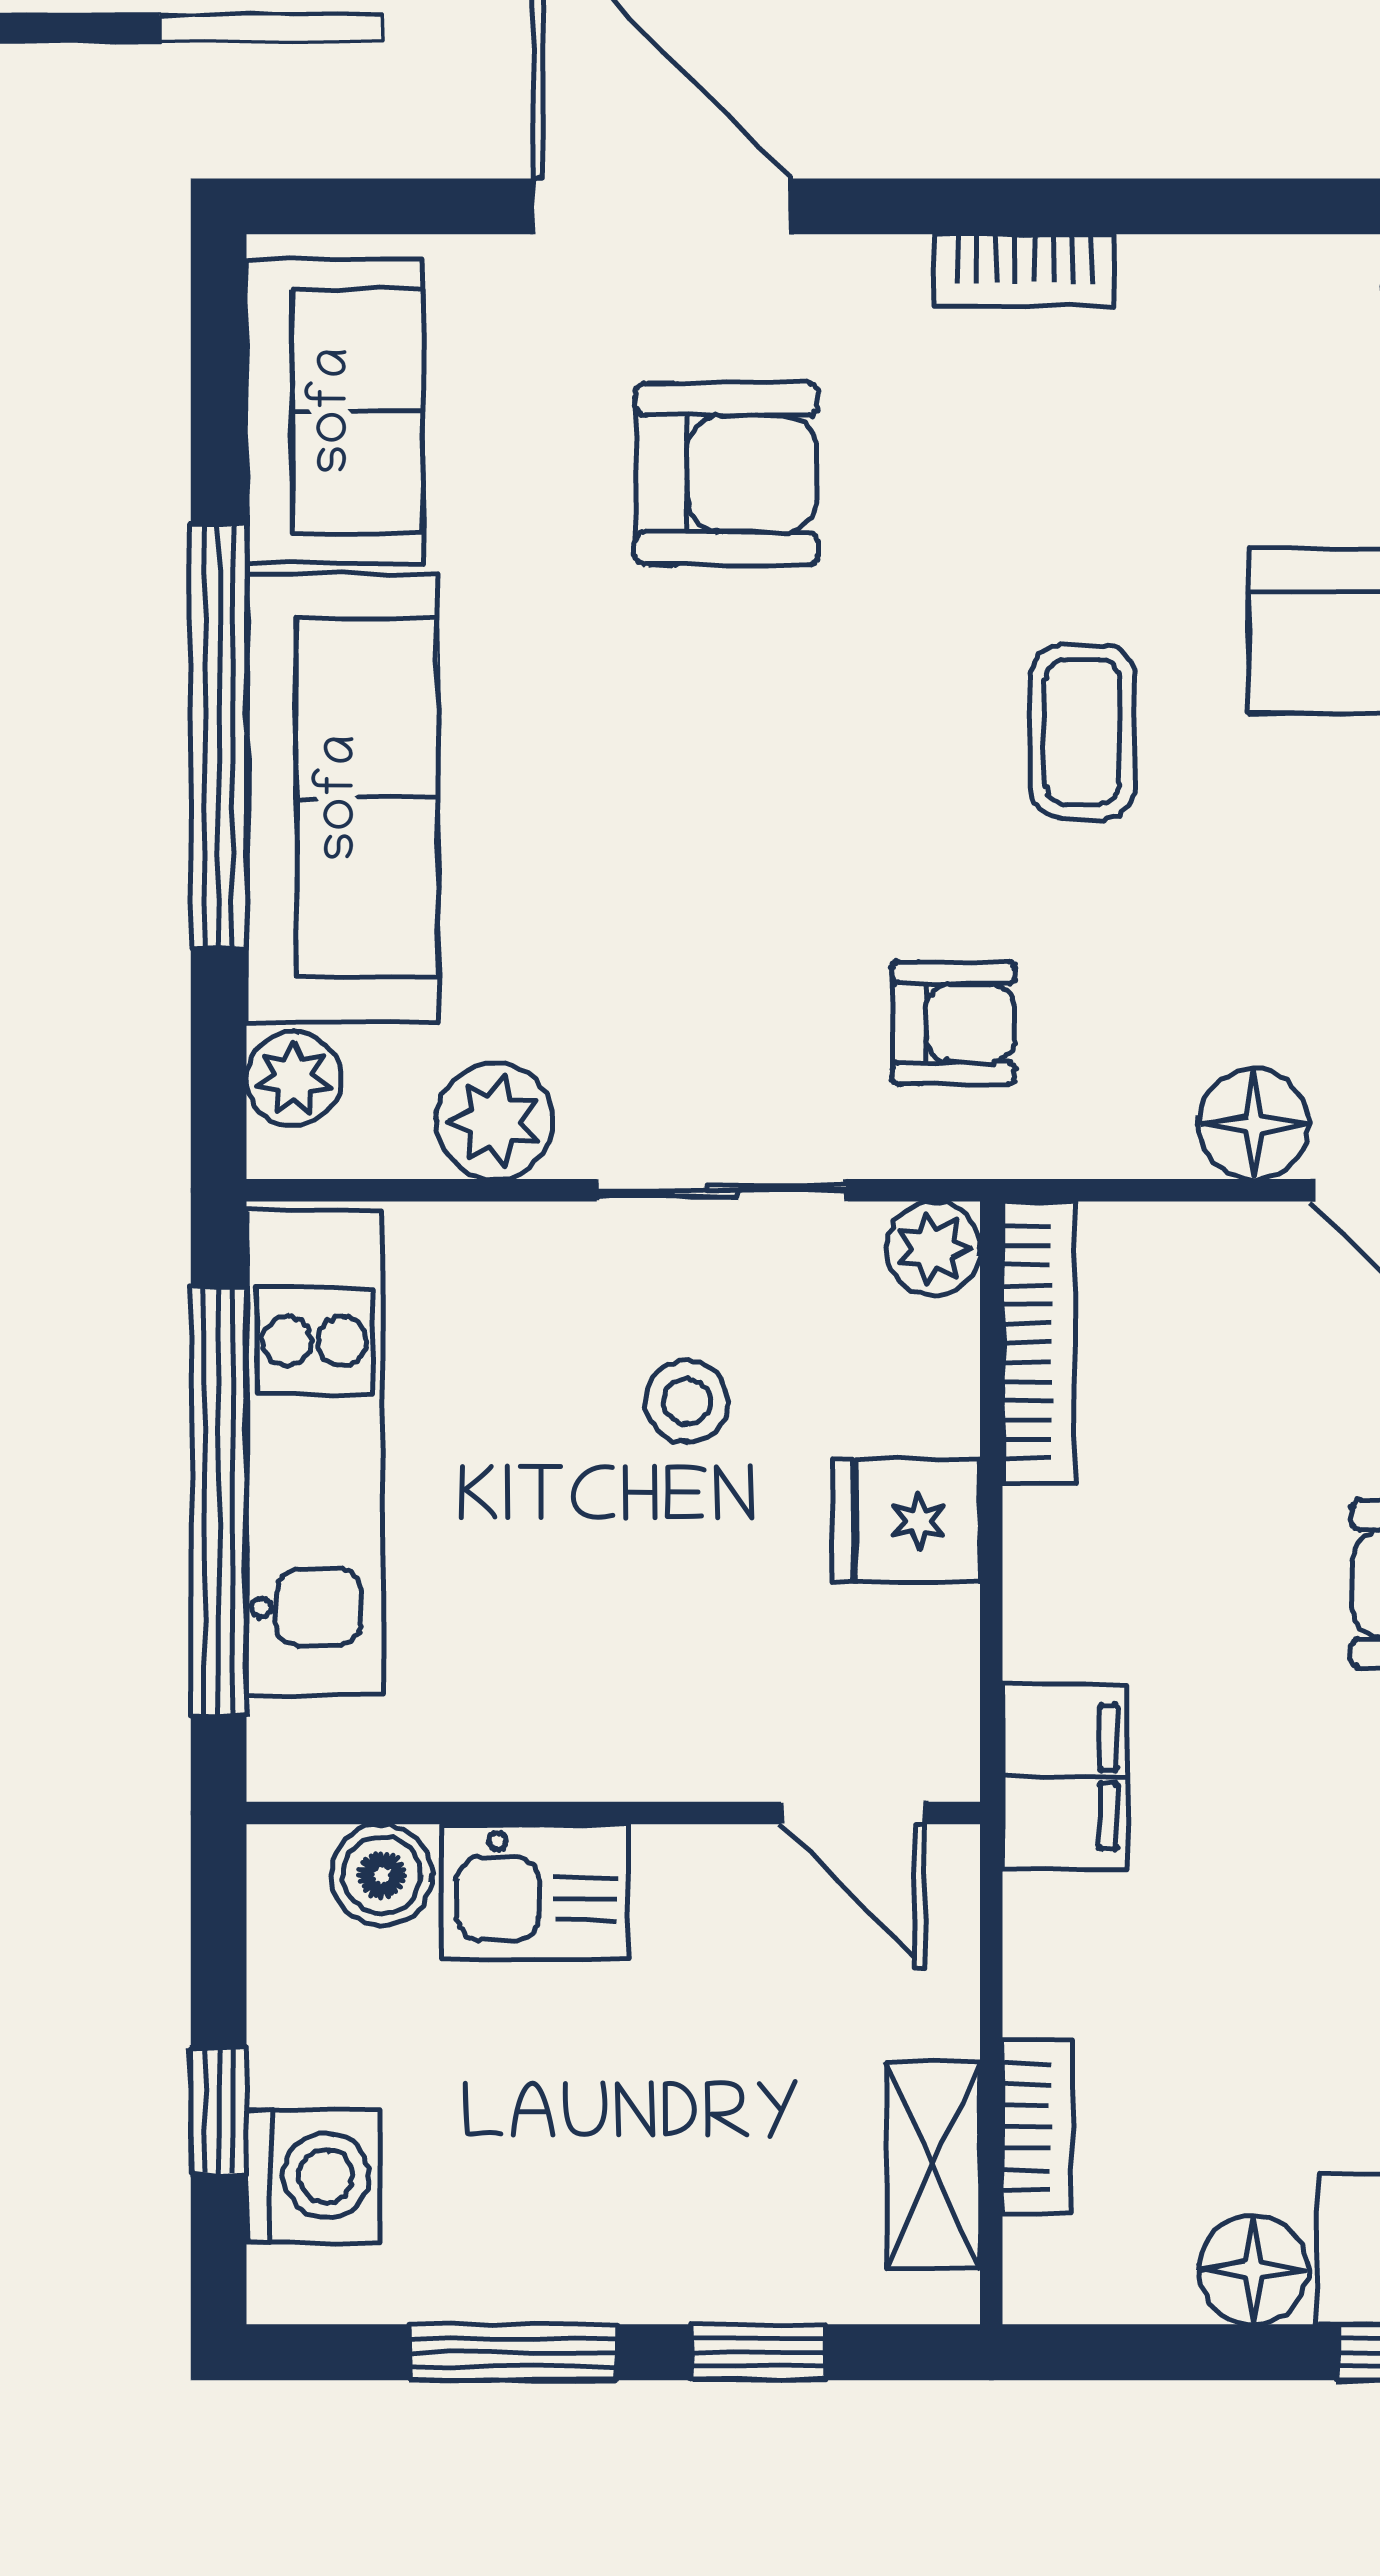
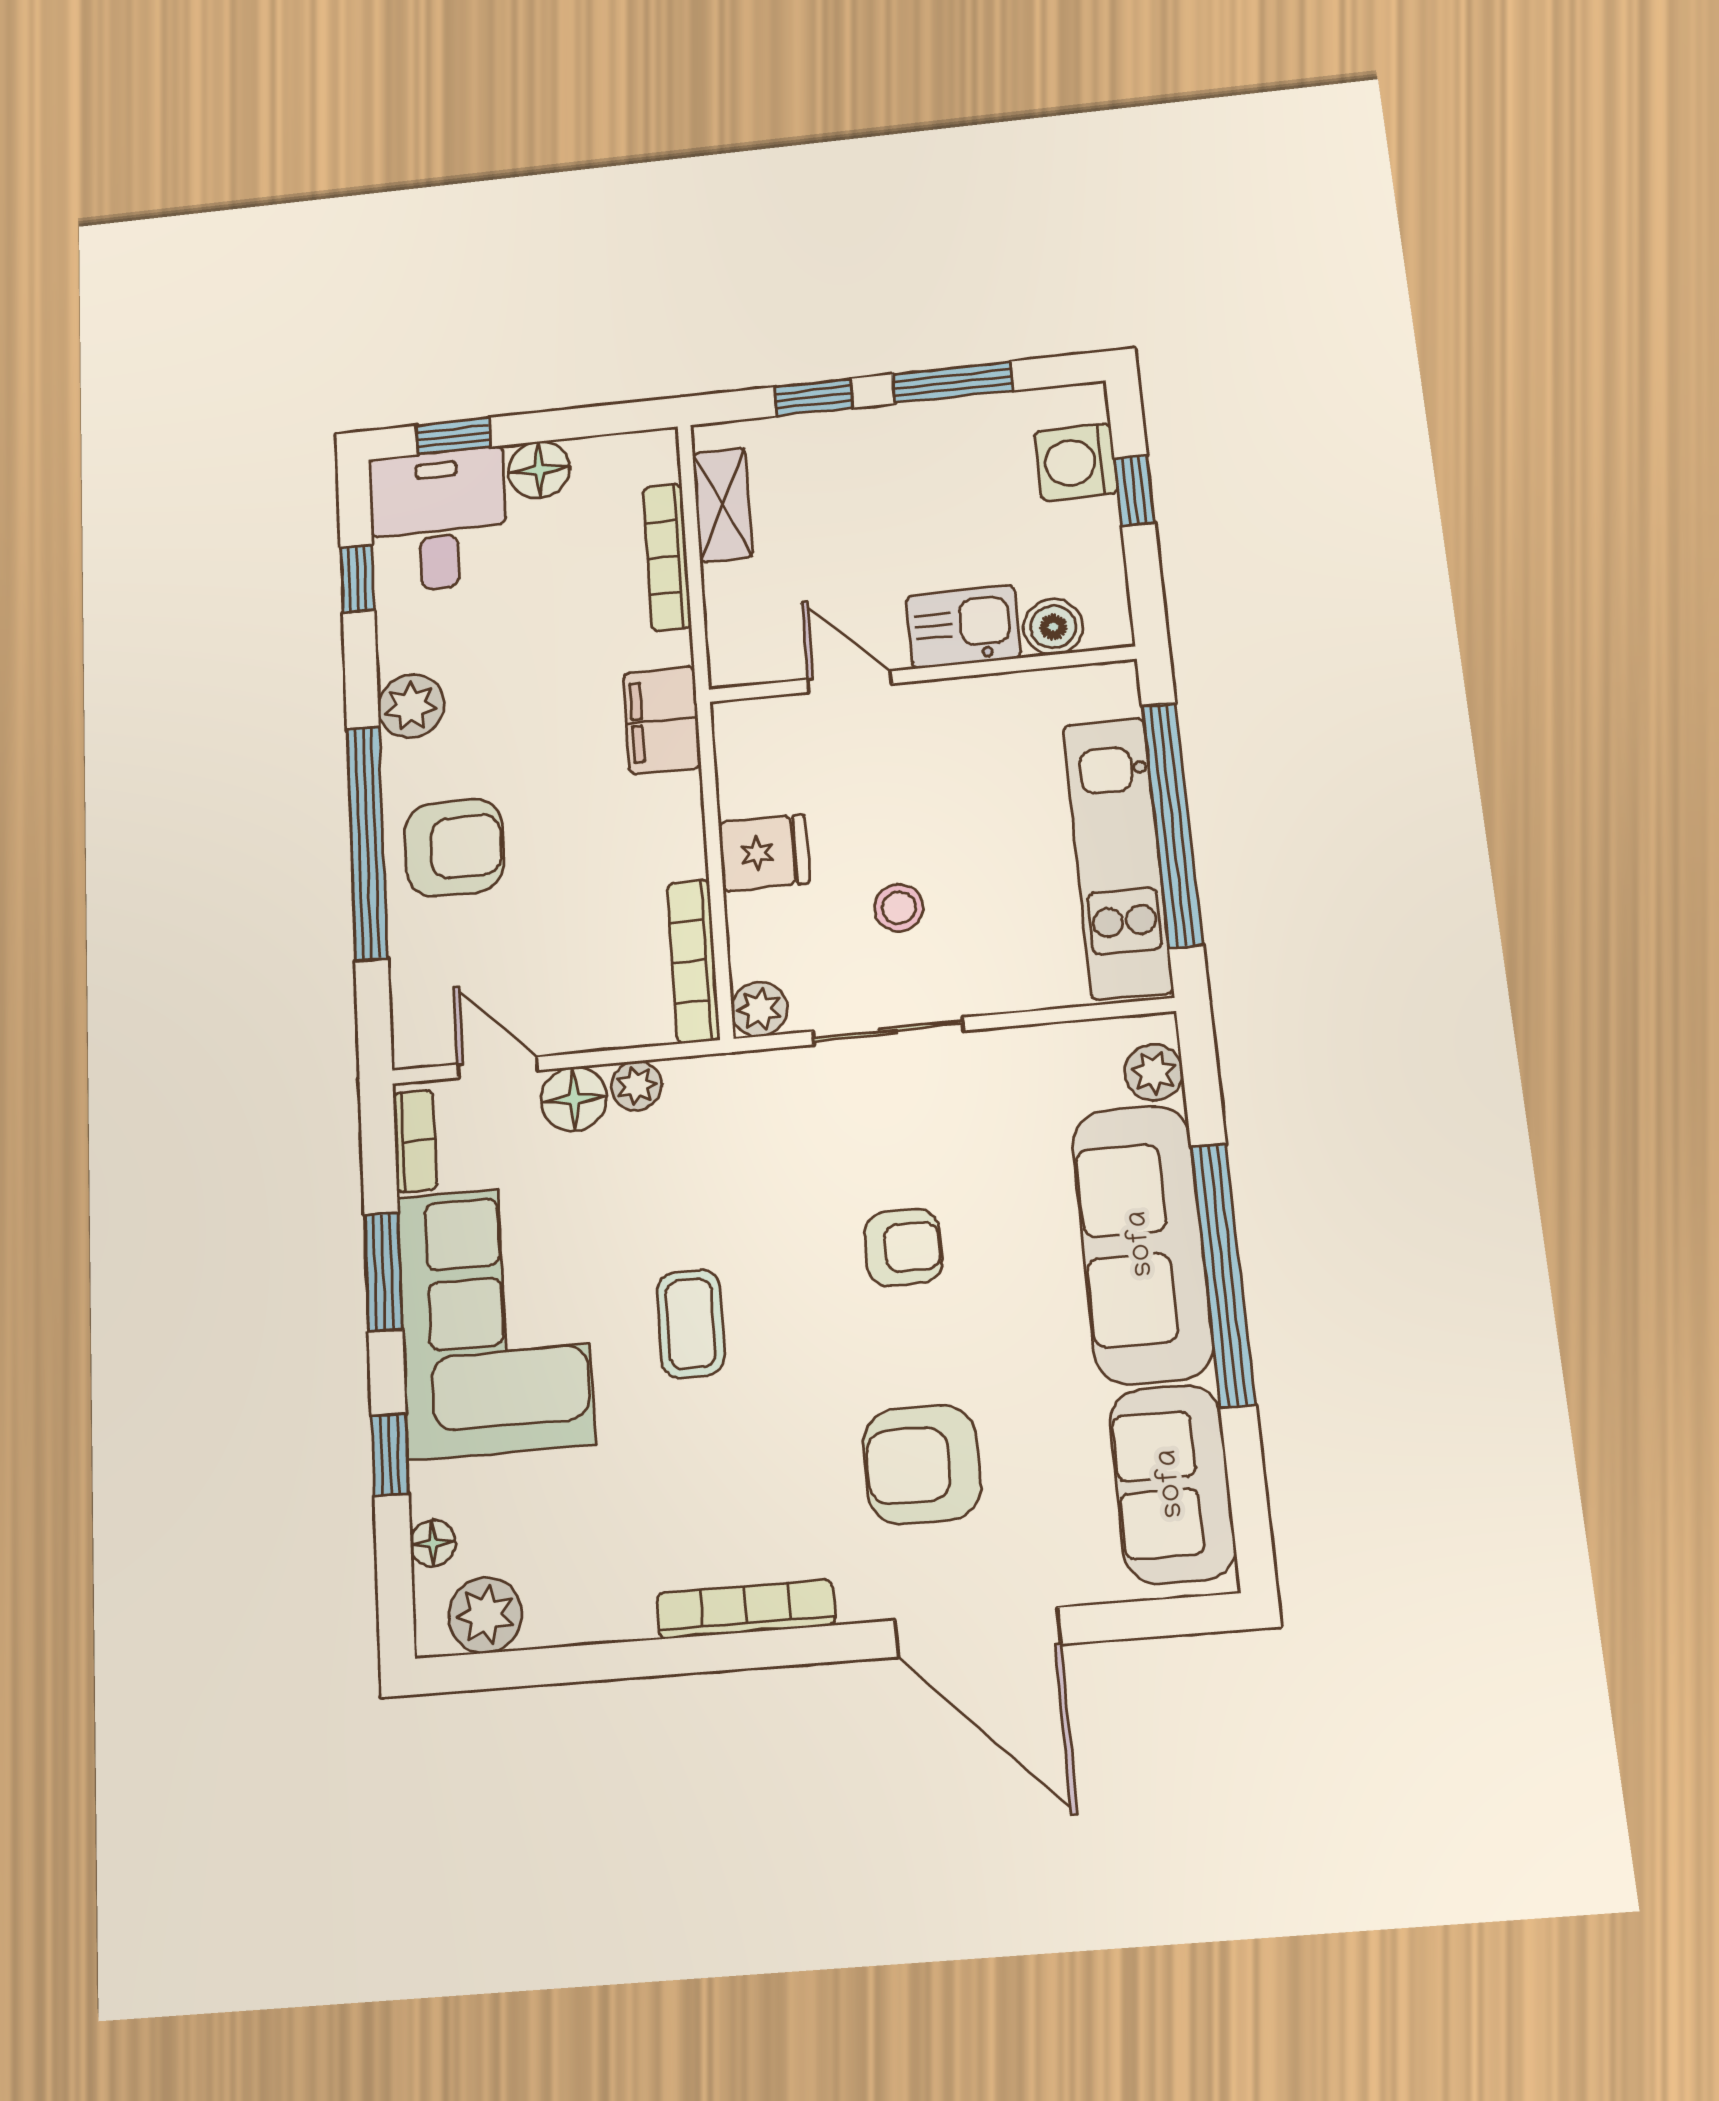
bookcase: (1024, 270) -> (746, 1609), width x1.56
armchair: (953, 1023) -> (903, 1247), moved, turned 180
plant: (495, 1121) -> (637, 1086), moved, width x0.73, depth x0.73
door: (853, 1813) -> (850, 682), moved
bookcase: (1037, 2127) -> (667, 557), width x1.56

